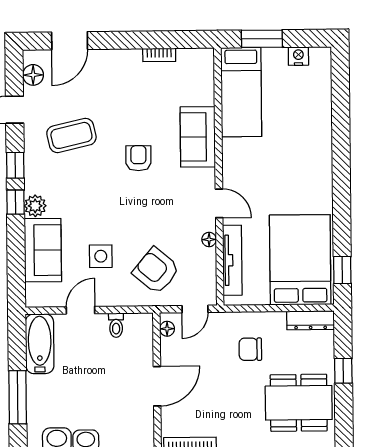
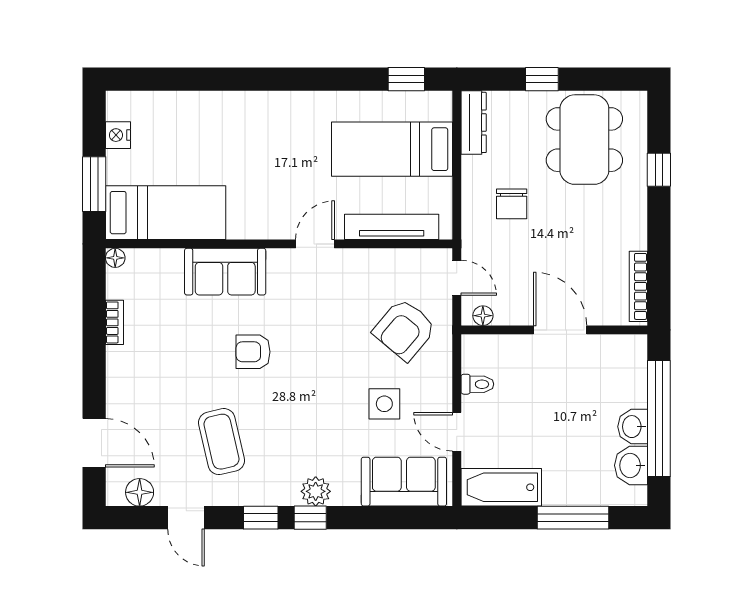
floor lamp: (209, 239) -> (115, 258), moved
sofa: (43, 250) -> (404, 482), moved
bed: (300, 260) -> (392, 149), width x0.67

